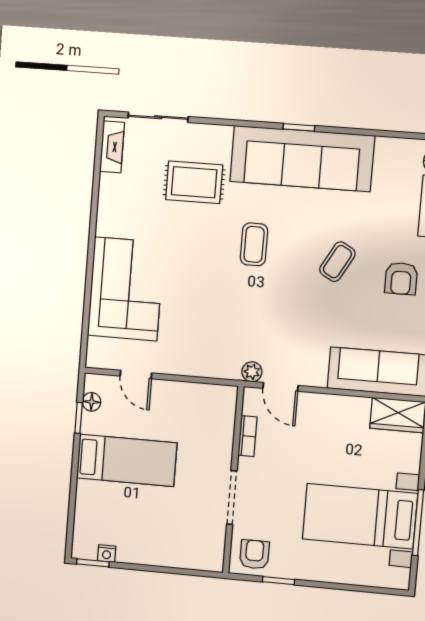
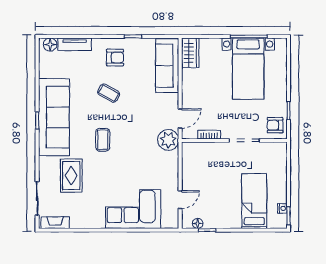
coffee table: (254, 244) -> (103, 140), turned 90
plant: (252, 372) -> (168, 140), width x1.88, depth x1.88
bed: (127, 460) -> (254, 201), moved

